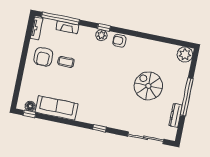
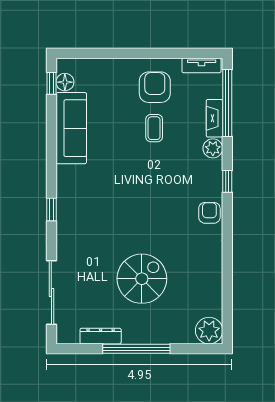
plant: (101, 35) -> (213, 148), moved
armchair: (43, 57) -> (155, 87), turned 90

